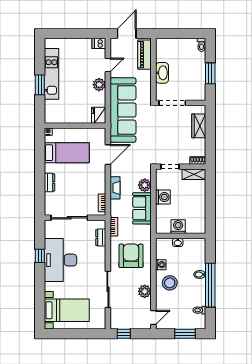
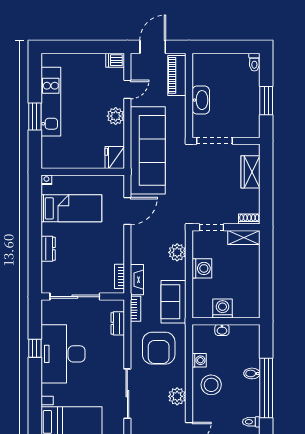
fireplace: (115, 188) -> (137, 280), moved
sofa: (142, 208) -> (174, 302), moved
armchair: (131, 256) -> (159, 348), turned 180

